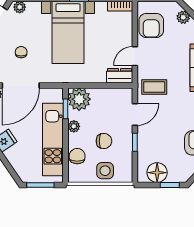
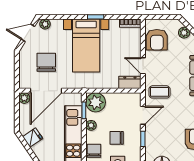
chair: (21, 52) -> (46, 62), width x1.87, depth x1.87
door: (135, 56) -> (143, 66), hinge flipped
chair: (104, 141) -> (117, 138), turned 180

